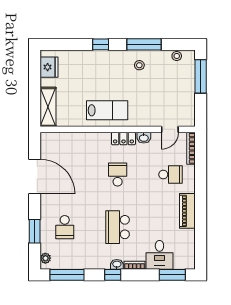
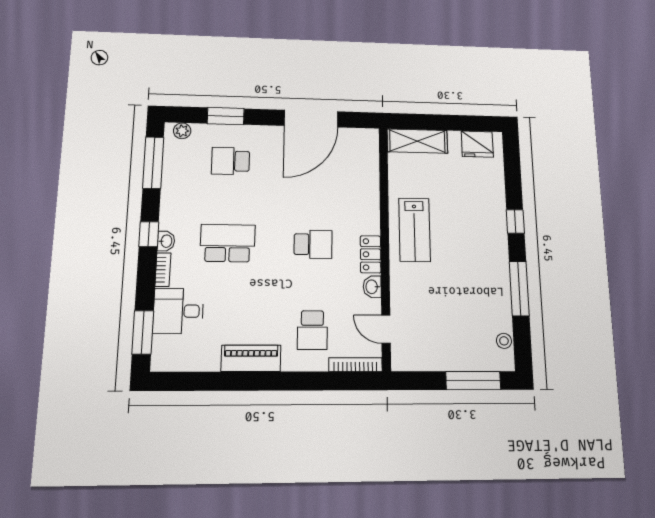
stool: (139, 65) -> (487, 281), removed

